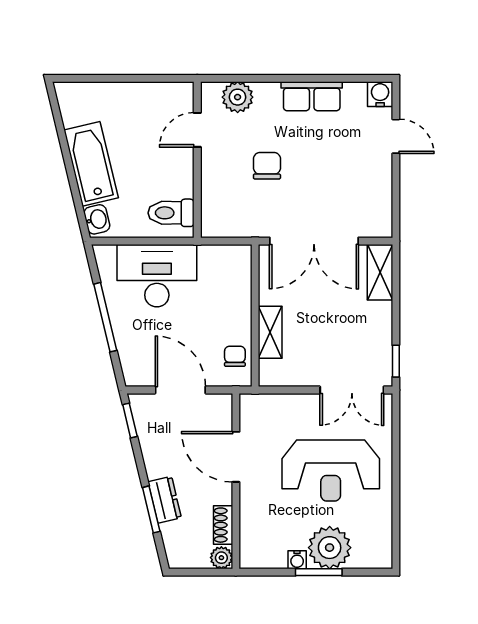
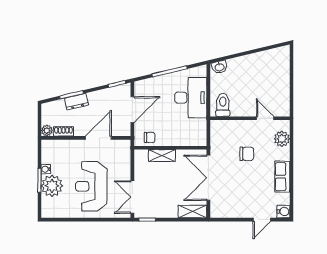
bathtub: (91, 164) -> (248, 64), removed

